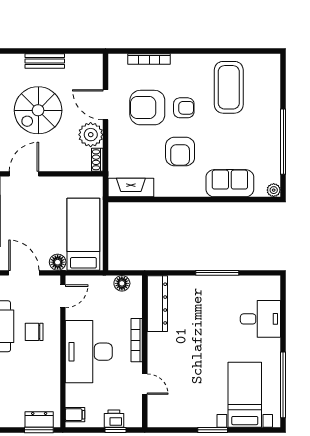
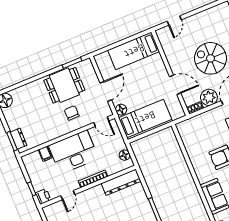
door: (24, 174) -> (175, 85), moved
fireplace: (131, 188) -> (186, 136), removed
filing cabinet: (75, 415) -> (45, 154), moved
printer: (114, 419) -> (43, 197), moved

